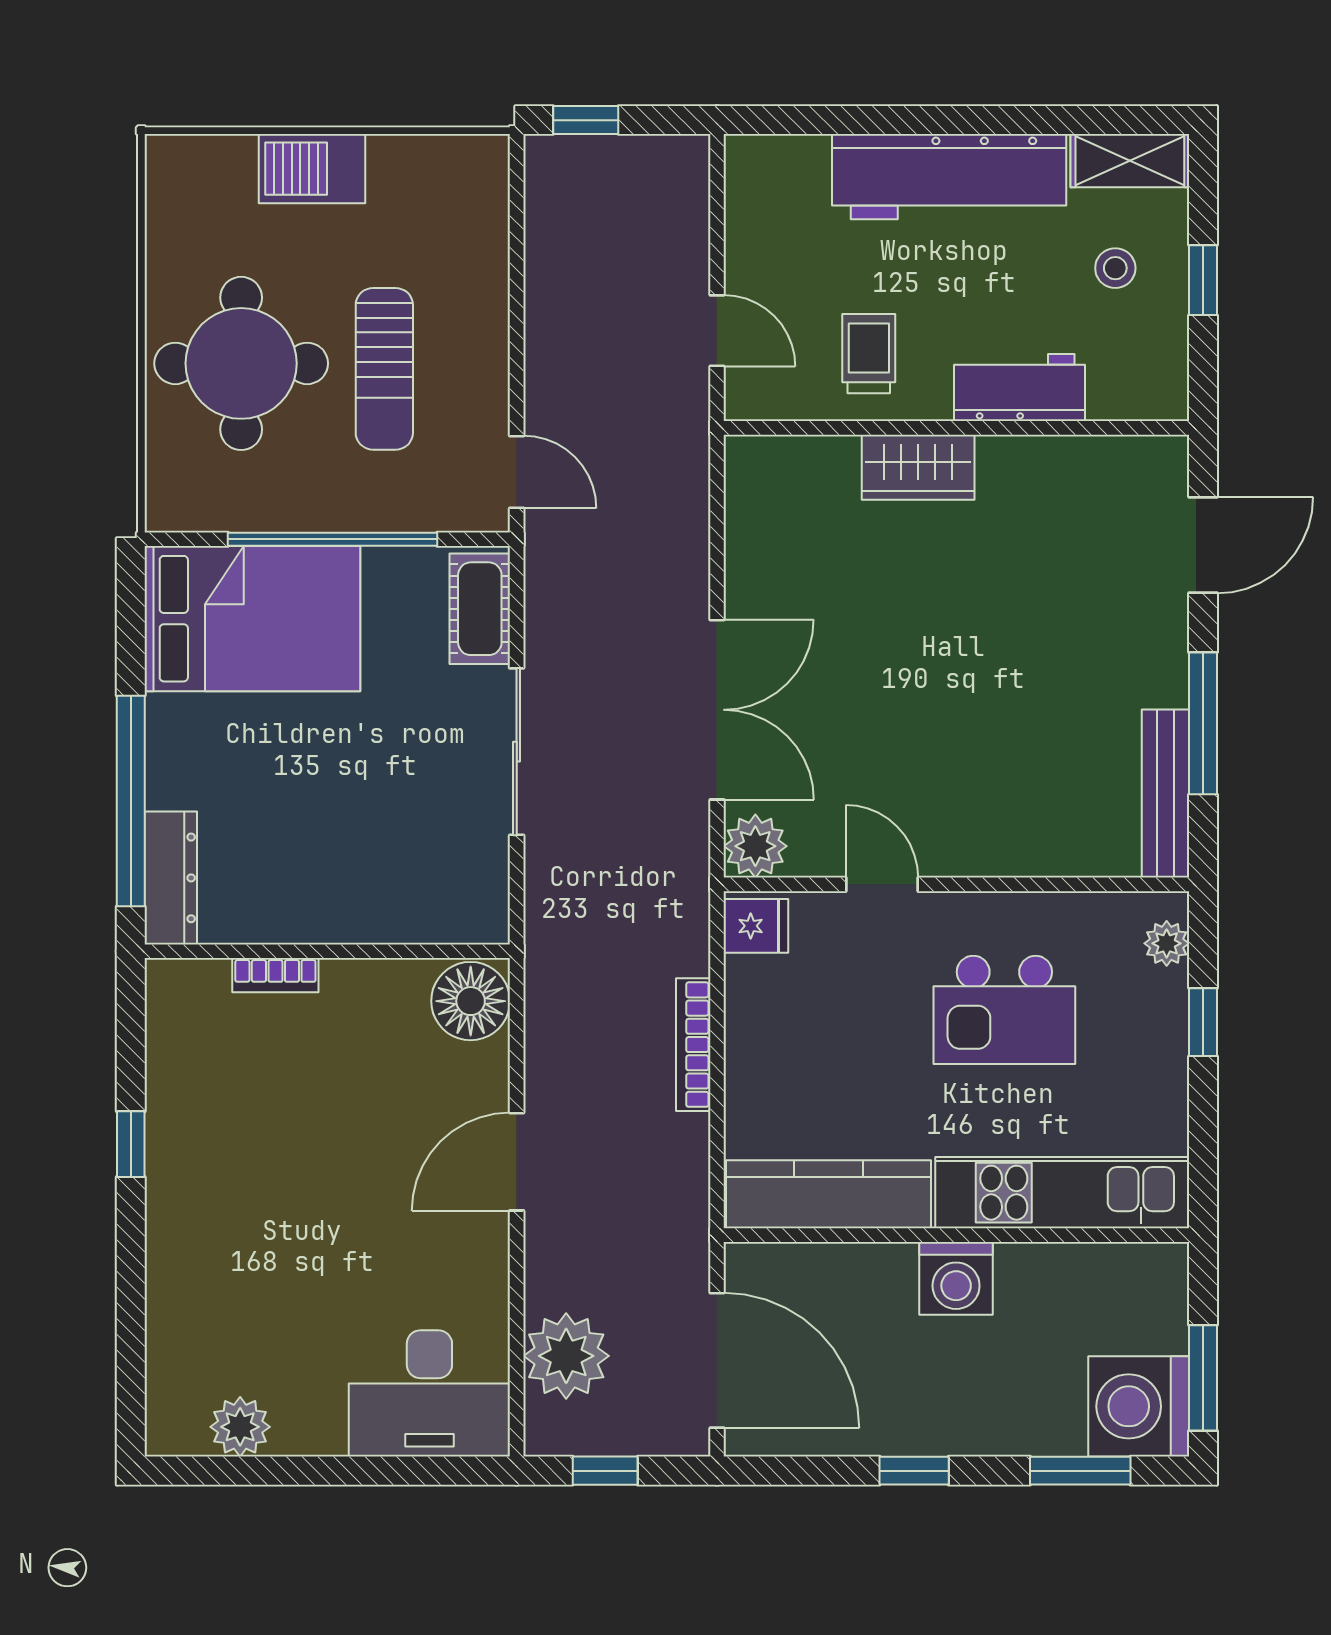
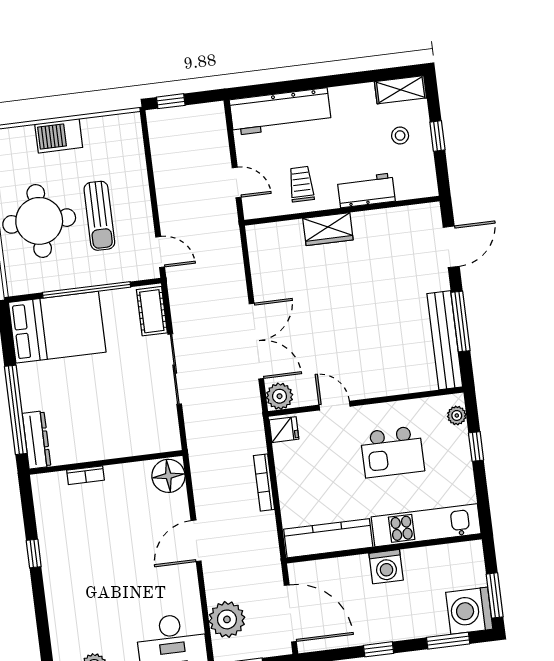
workbench: (949, 177) -> (280, 112), moved
bench: (1165, 794) -> (445, 340), width x1.37, depth x1.21

